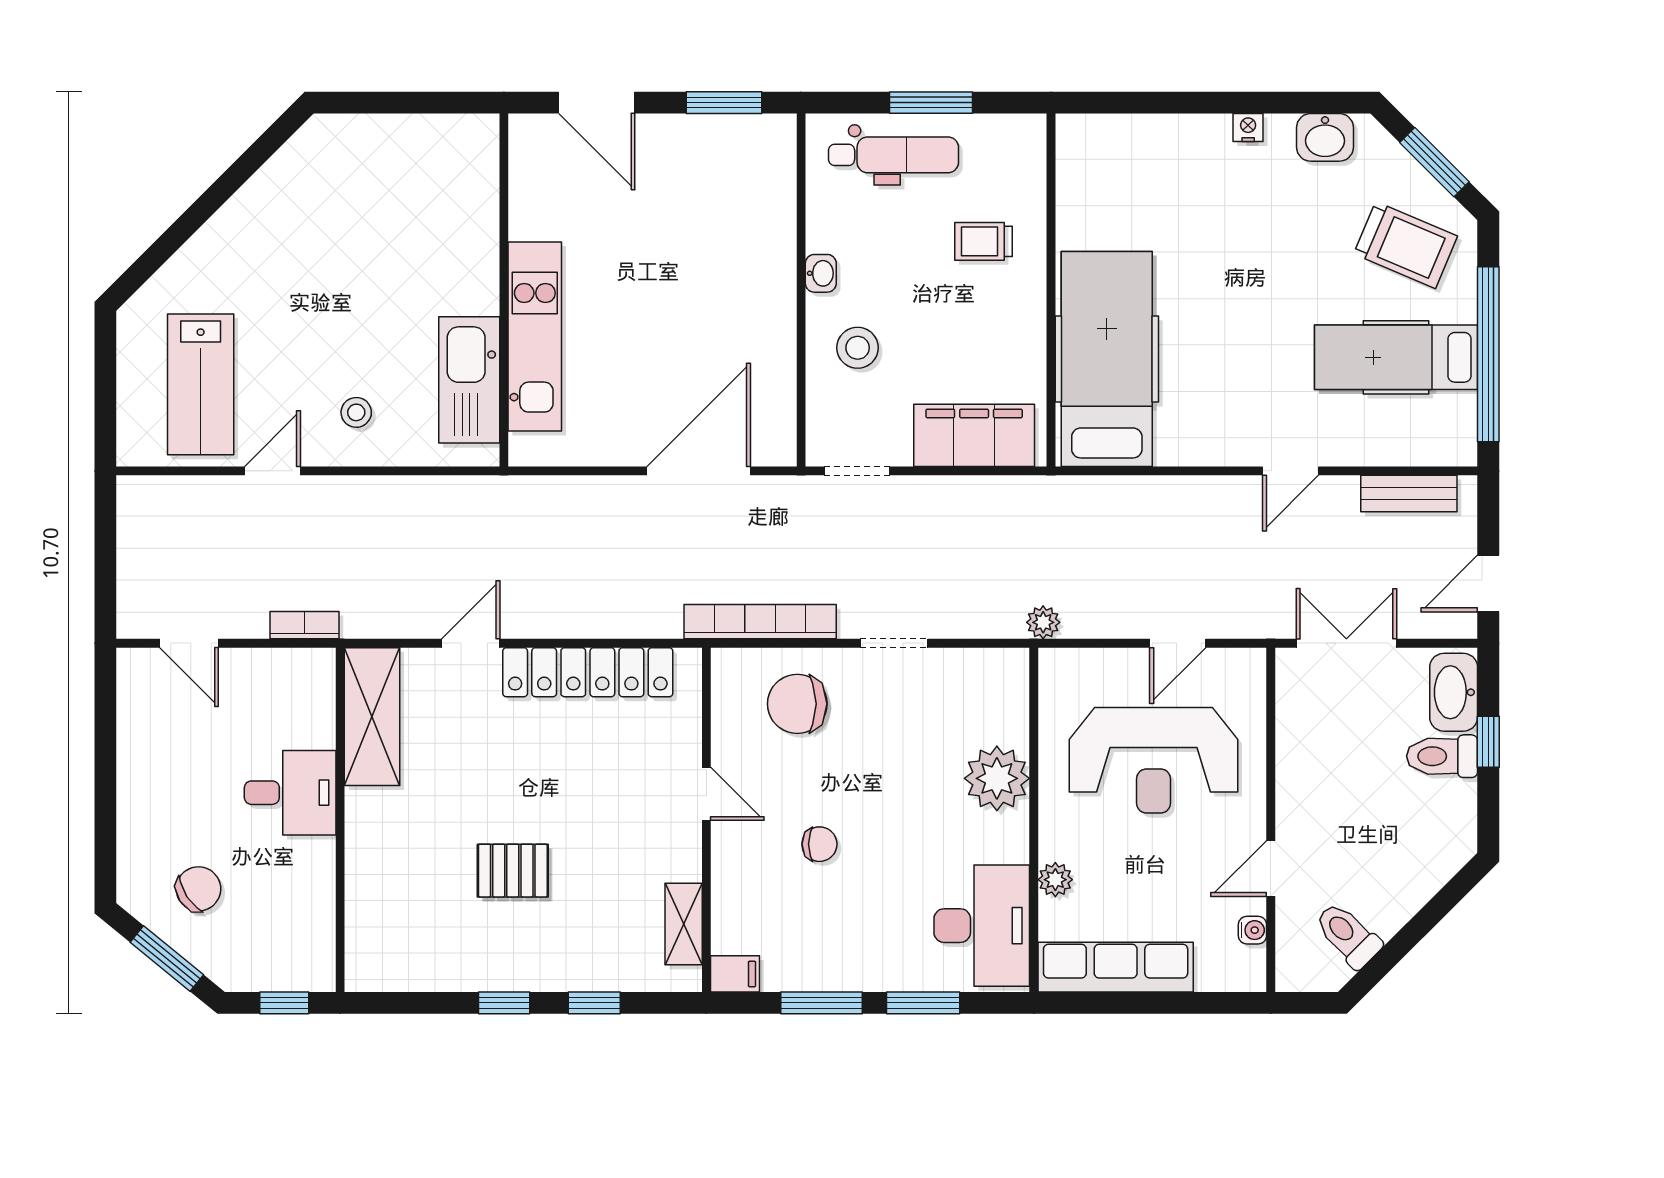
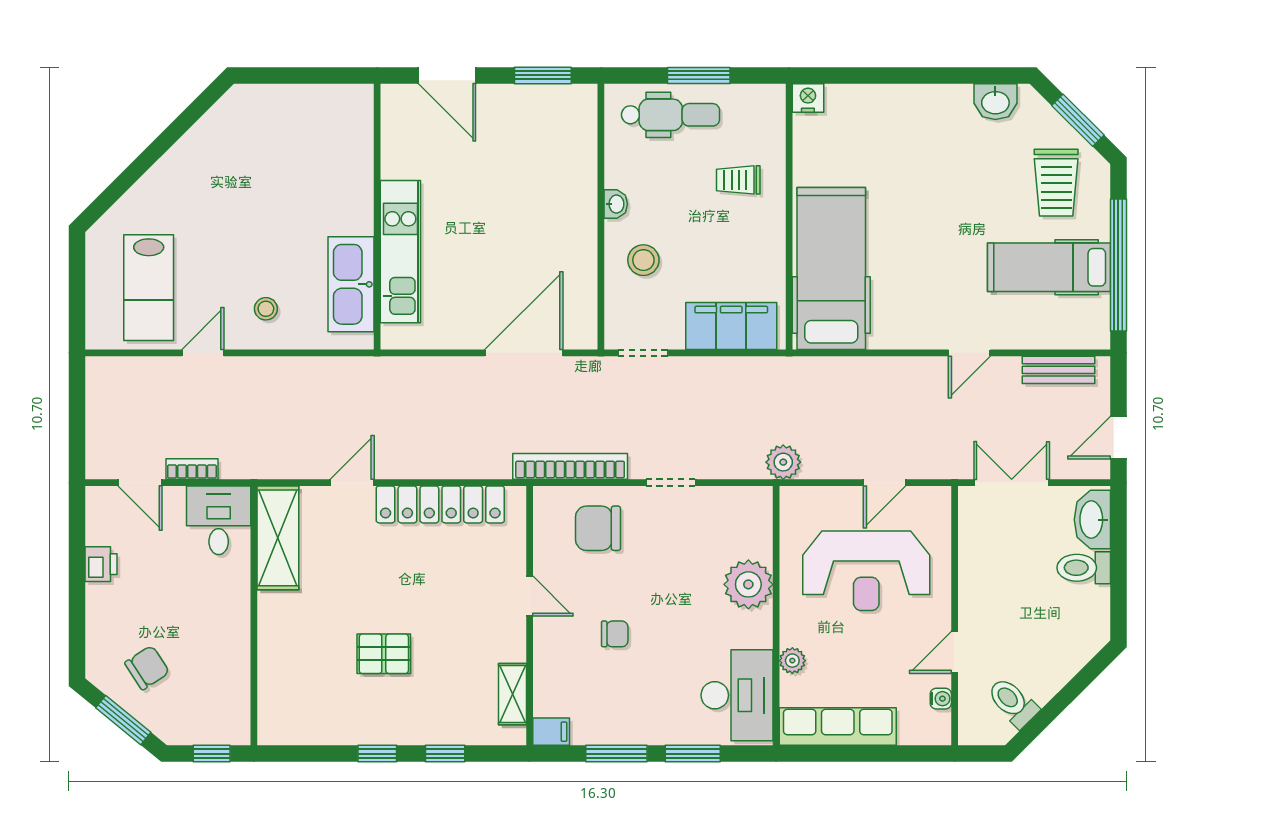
nightstand: (1248, 127) -> (808, 98), moved, width x1.39, depth x1.35
trolley: (1406, 245) -> (1056, 183), turned 67
plant: (1043, 622) -> (783, 462), width x1.38, depth x1.38
bookcase: (304, 625) -> (192, 469), moved
window: (1488, 742) -> (1118, 557), removed
printer: (137, 751) -> (101, 564), added
desk: (290, 793) -> (219, 520), moved, turned -90

